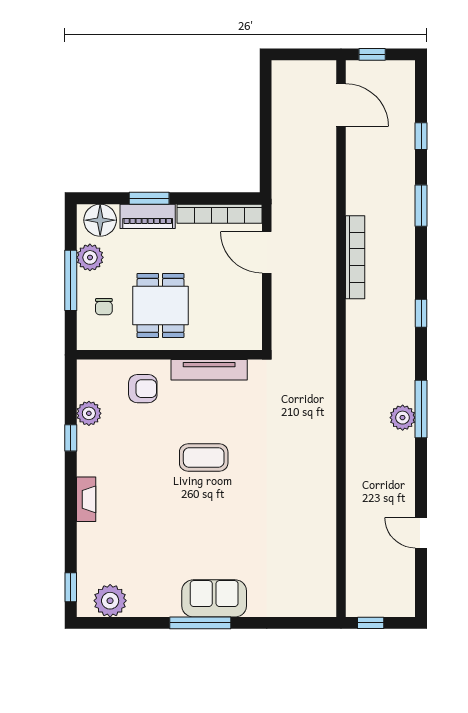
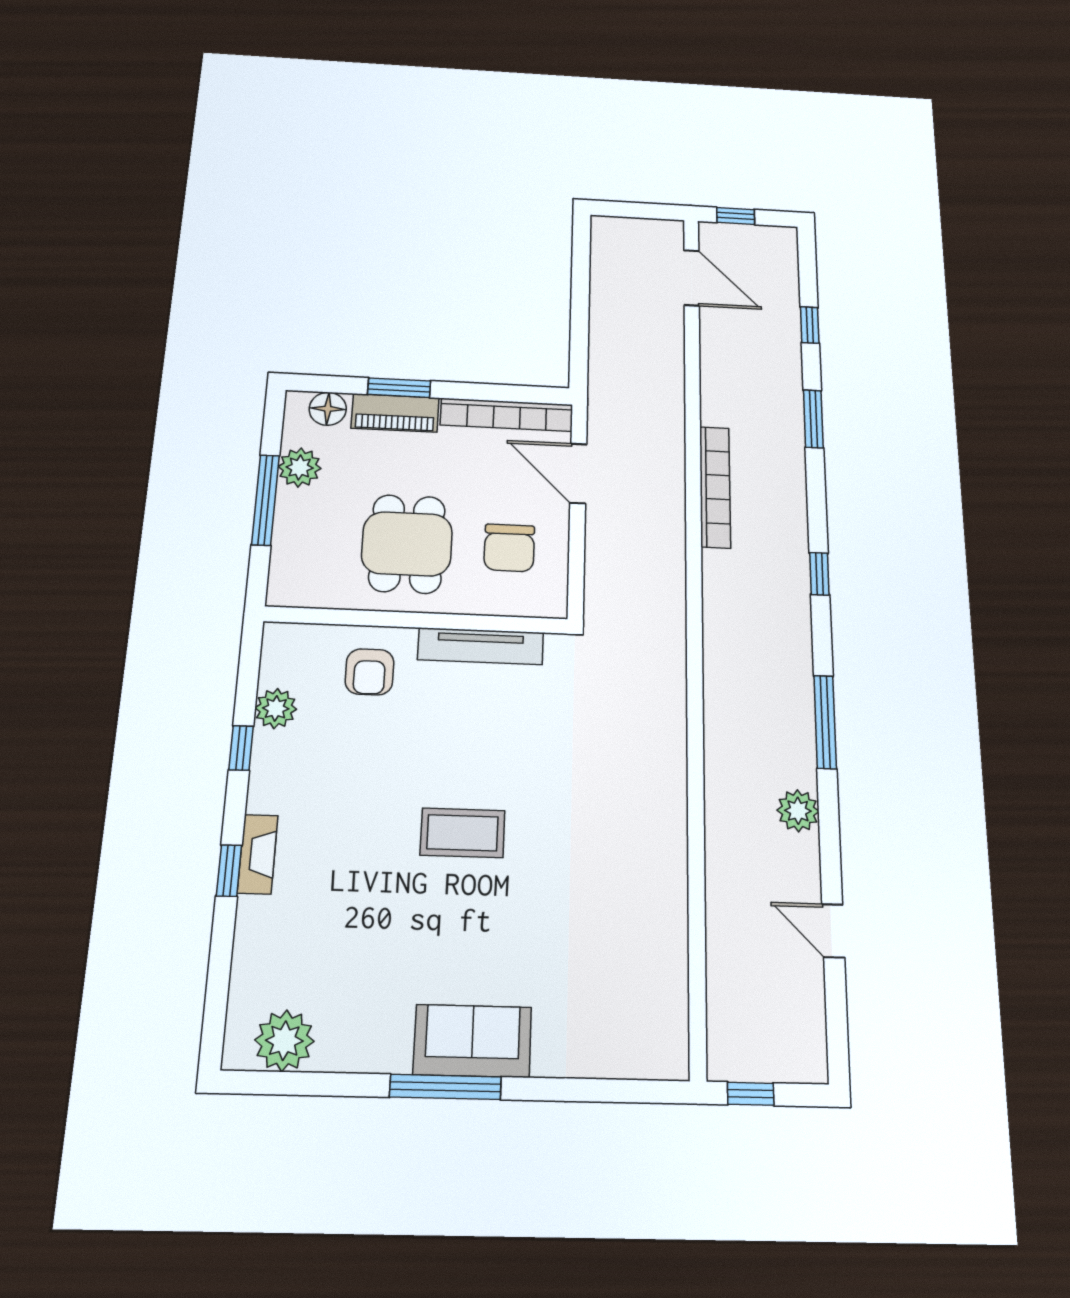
floor lamp: (100, 220) -> (328, 409), width x0.73, depth x0.73
chair: (104, 307) -> (509, 548), moved, width x1.87, depth x1.87
armchair: (143, 389) -> (370, 672), turned 90
plant: (403, 418) -> (798, 811), moved
coffee table: (204, 458) -> (463, 833), moved
window: (71, 587) -> (229, 871), moved

